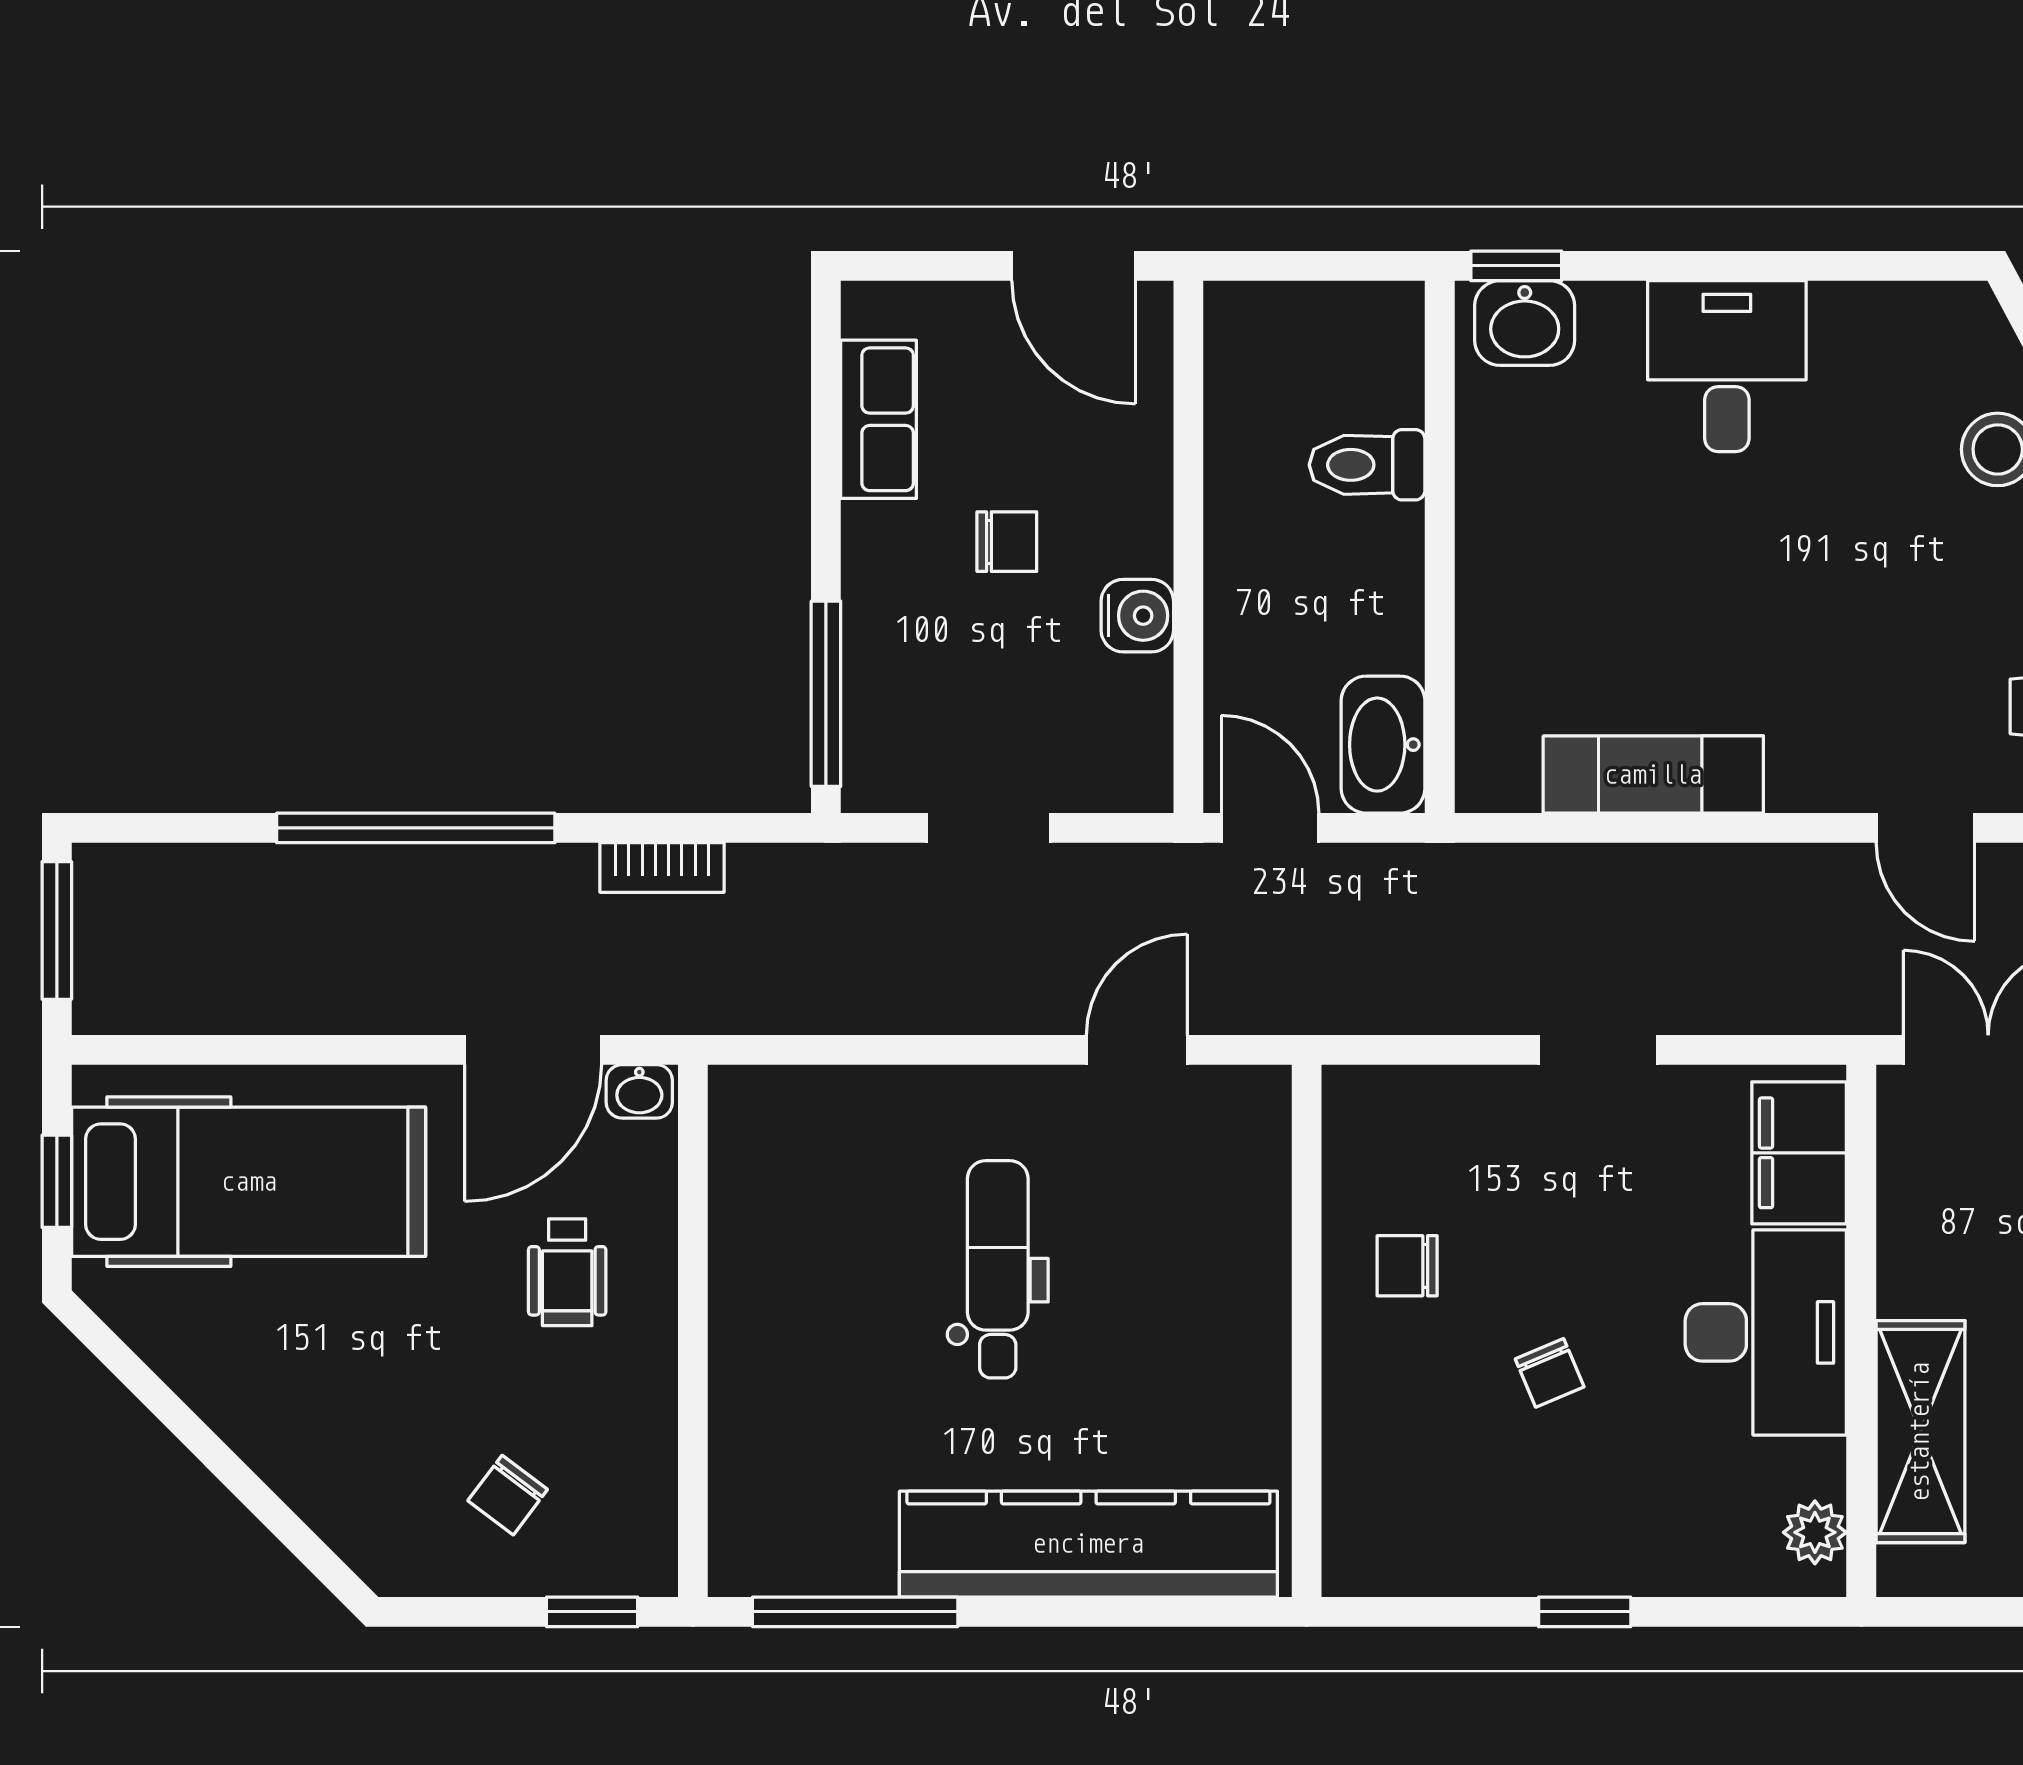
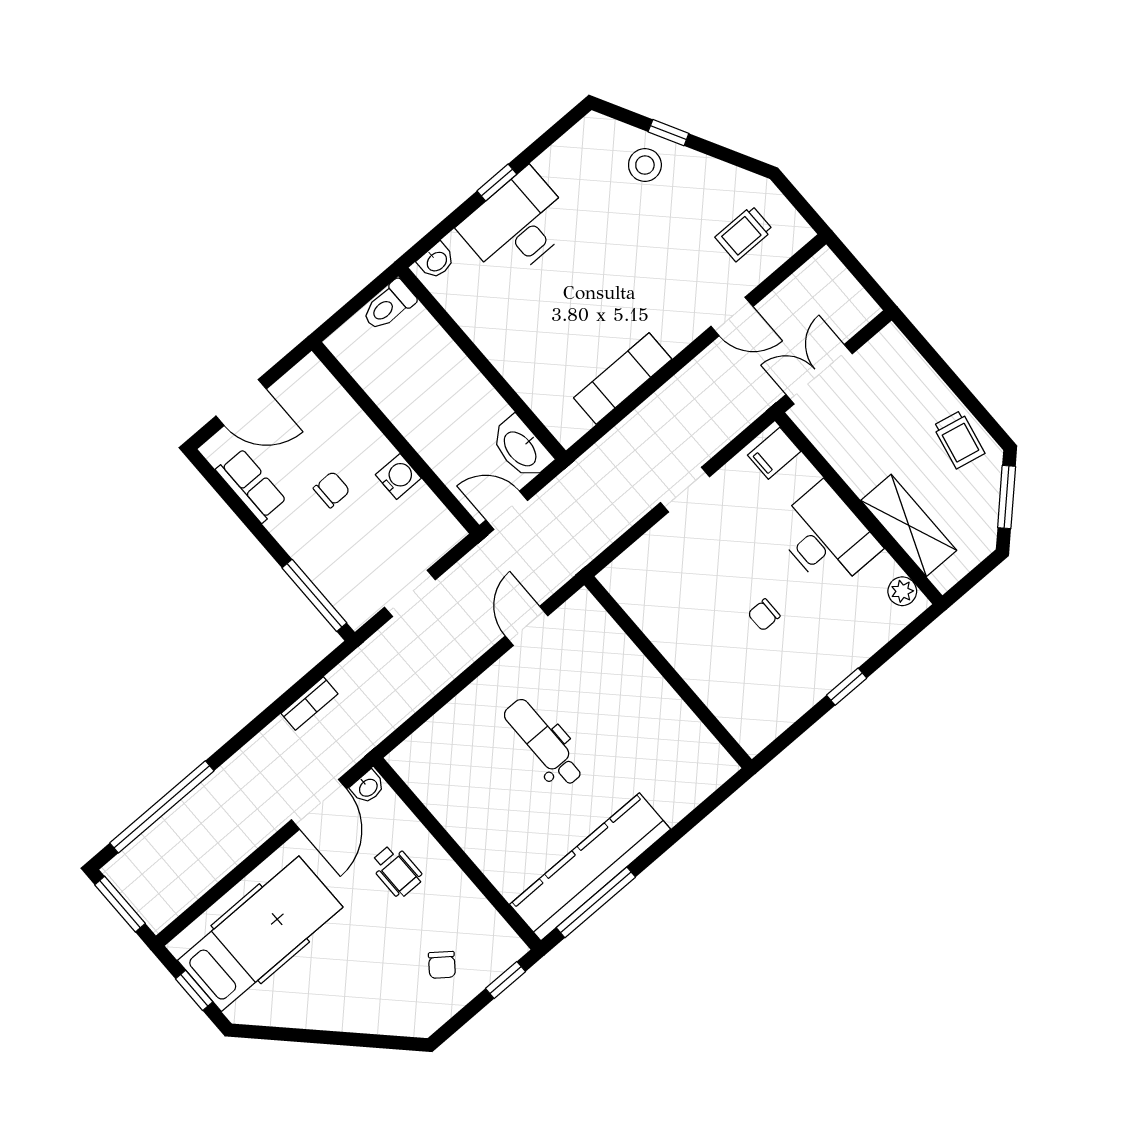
door: (1074, 266) -> (241, 403), moved
window: (1516, 266) -> (497, 183), moved
washbasin: (1525, 323) -> (436, 261), width x0.72, depth x0.69
desk: (1727, 366) -> (517, 225), width x1.37
toilet: (1367, 465) -> (389, 306), moved
window: (416, 828) -> (162, 807), moved
filing cabinet: (1799, 1153) -> (774, 453), width x0.50
chair: (1407, 1266) -> (683, 620), removed
chair: (1550, 1373) -> (764, 615), turned 113
kitchen counter: (1088, 1544) -> (590, 867), moved

